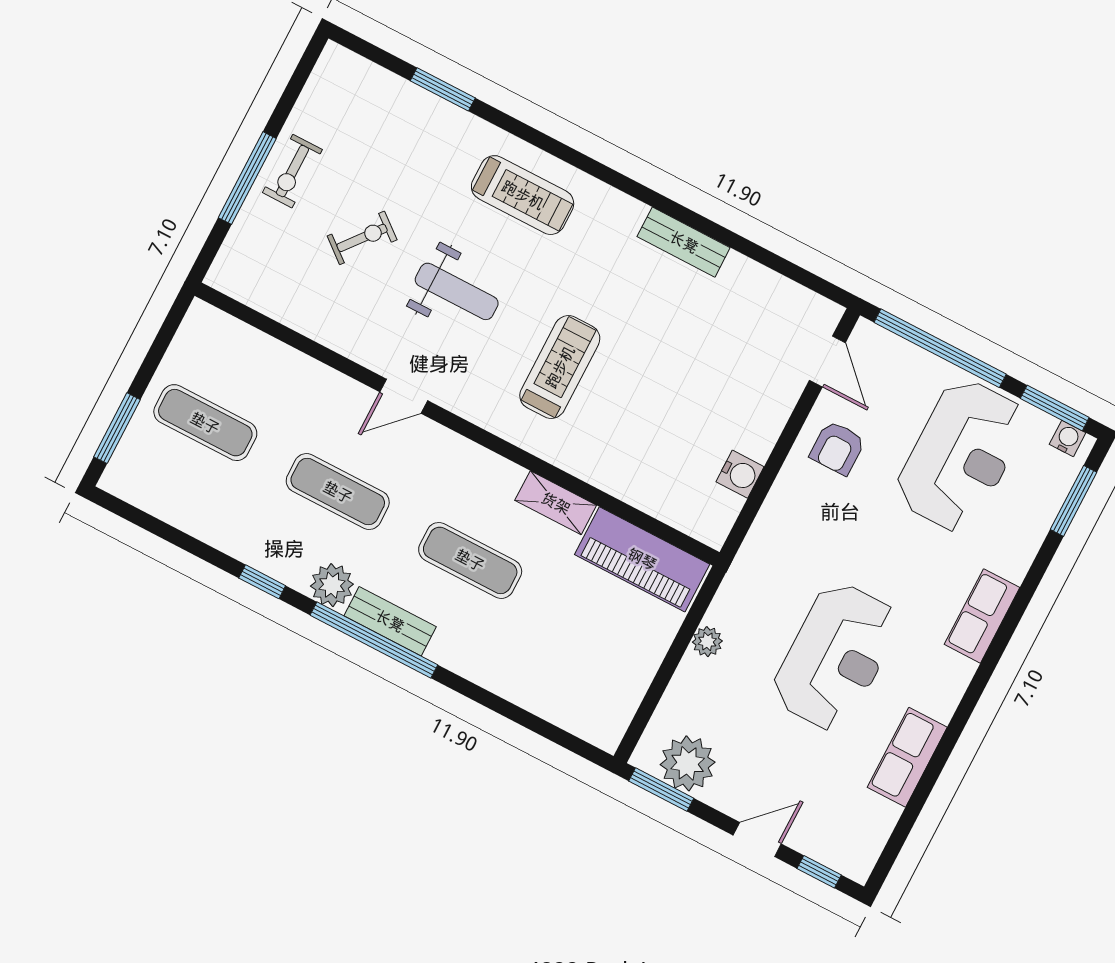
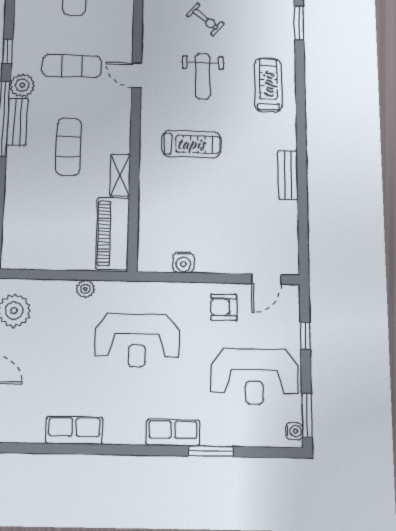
treadmill: (523, 195) -> (268, 85), turned 180
window: (940, 348) -> (305, 336), width x0.32
exercise mat: (338, 492) -> (72, 66), turned 90
window: (1074, 501) -> (211, 451), moved
reception desk: (836, 657) -> (137, 340), moved

